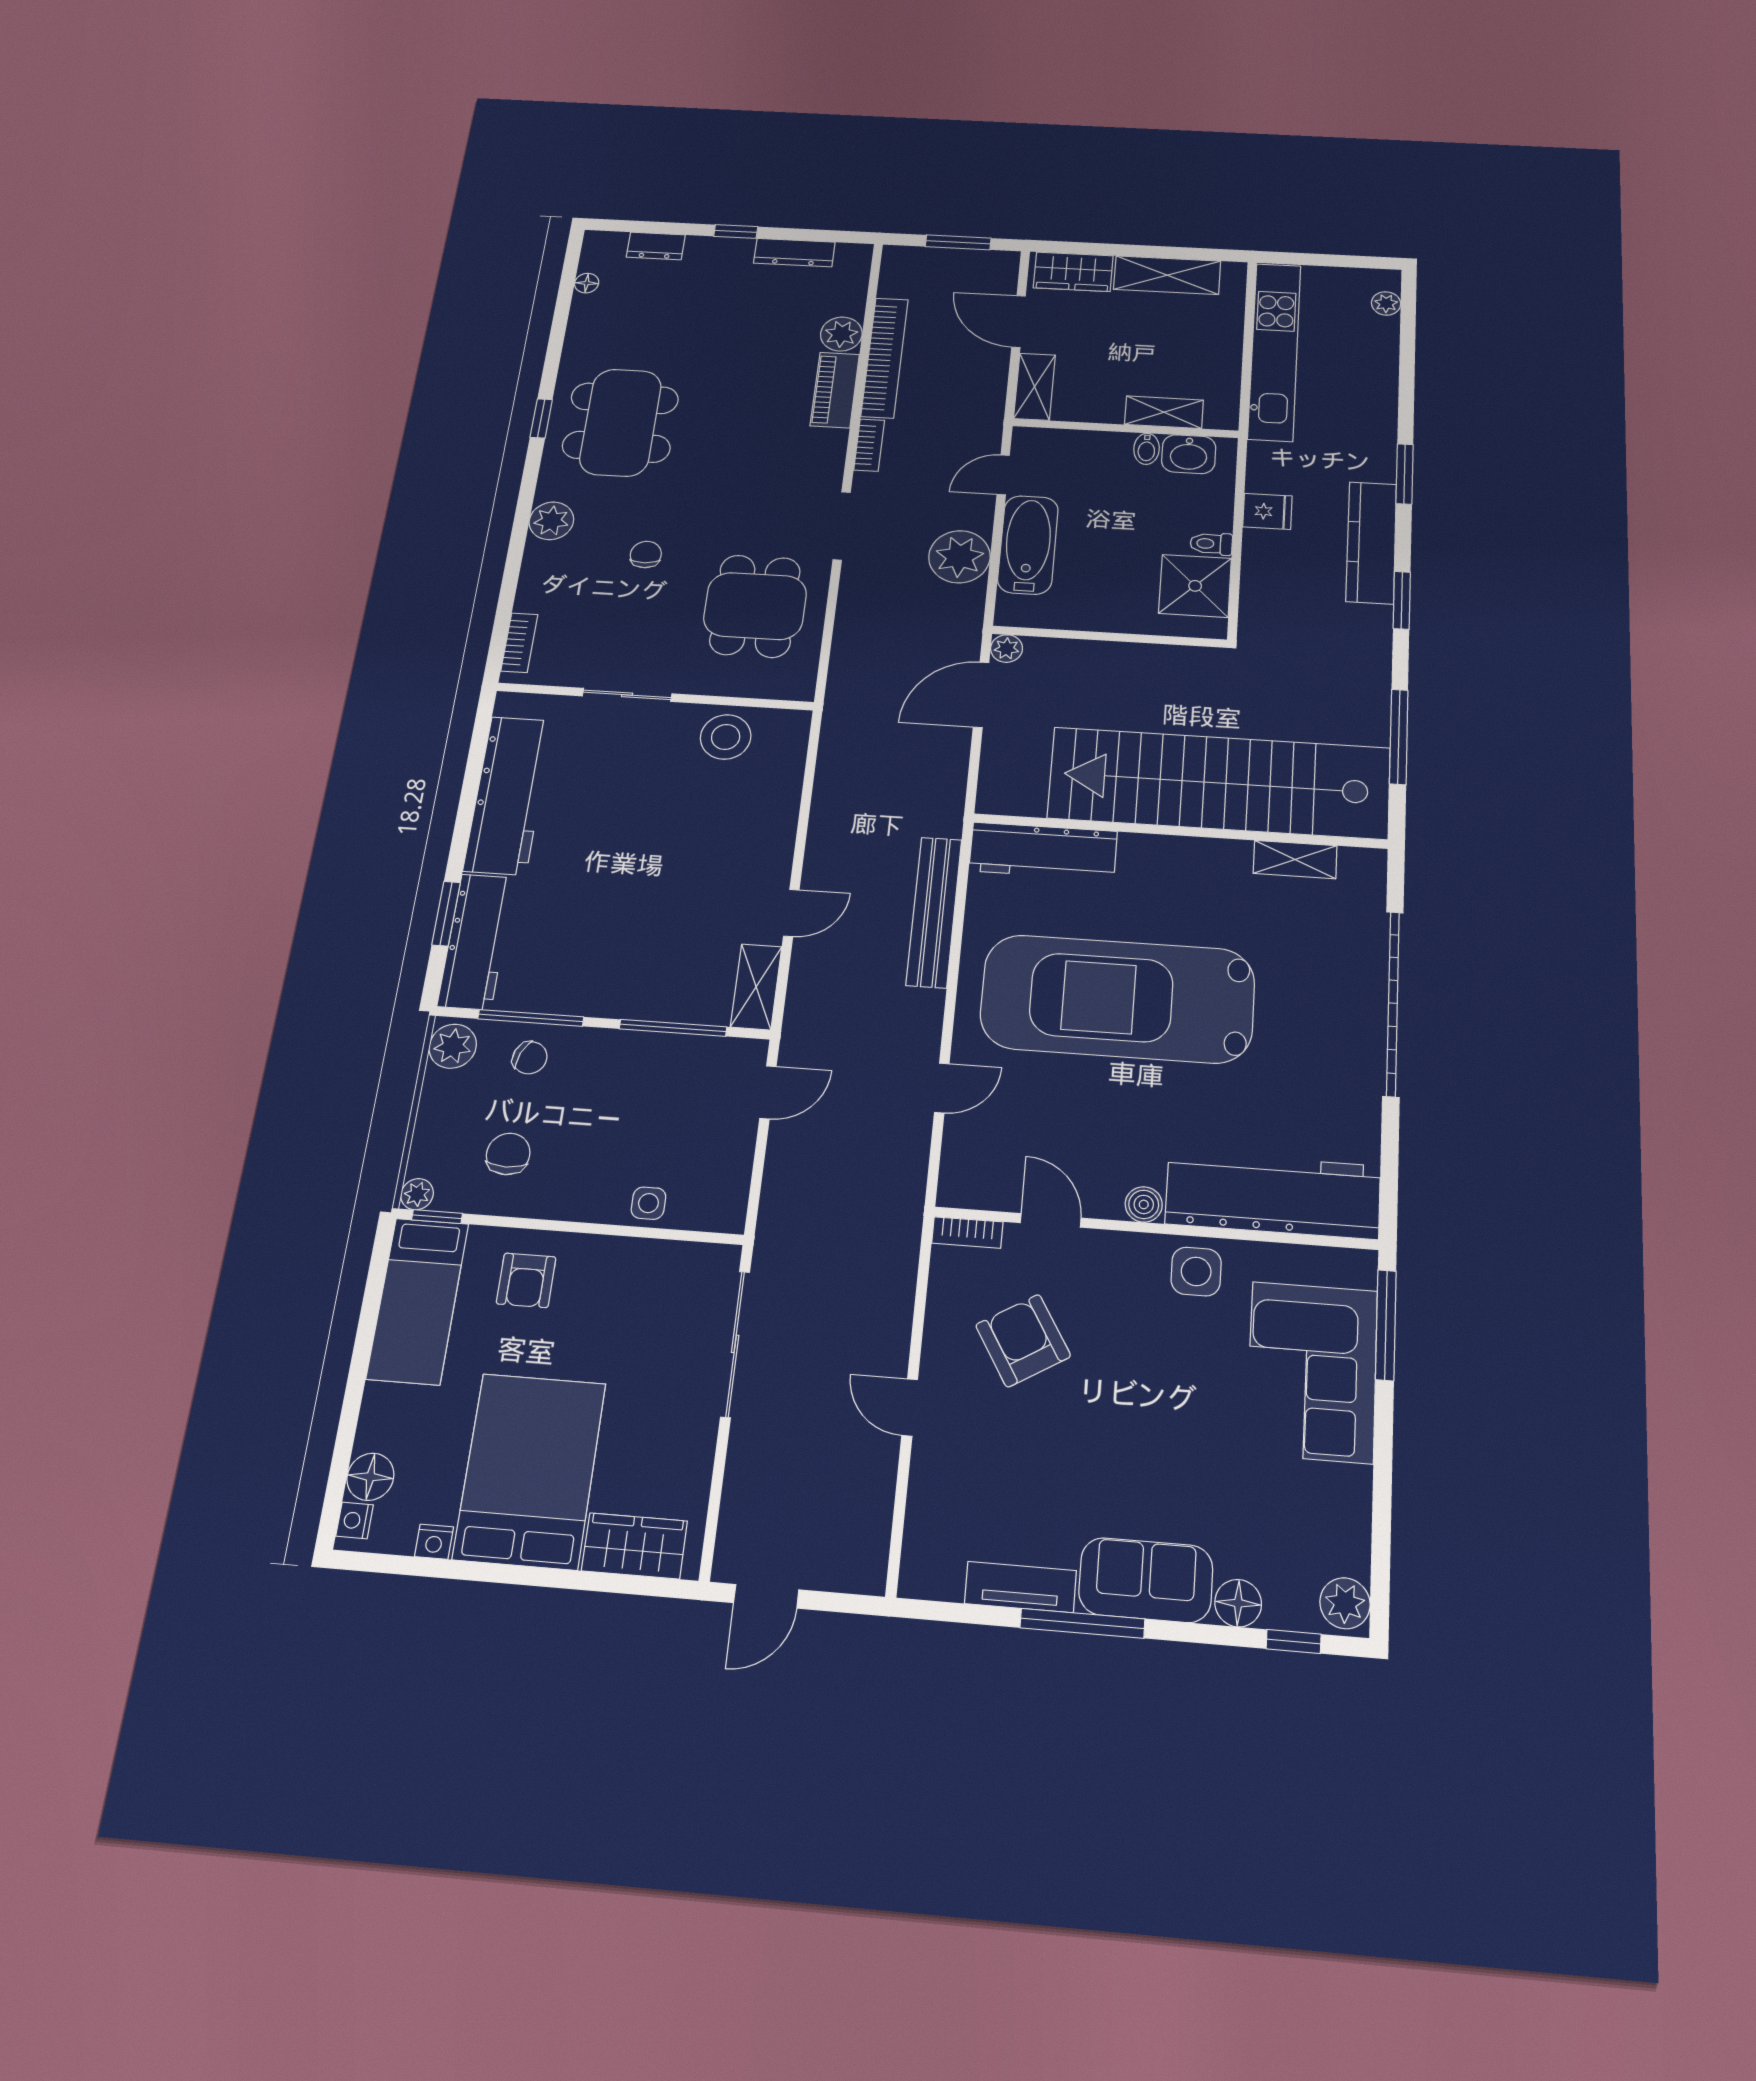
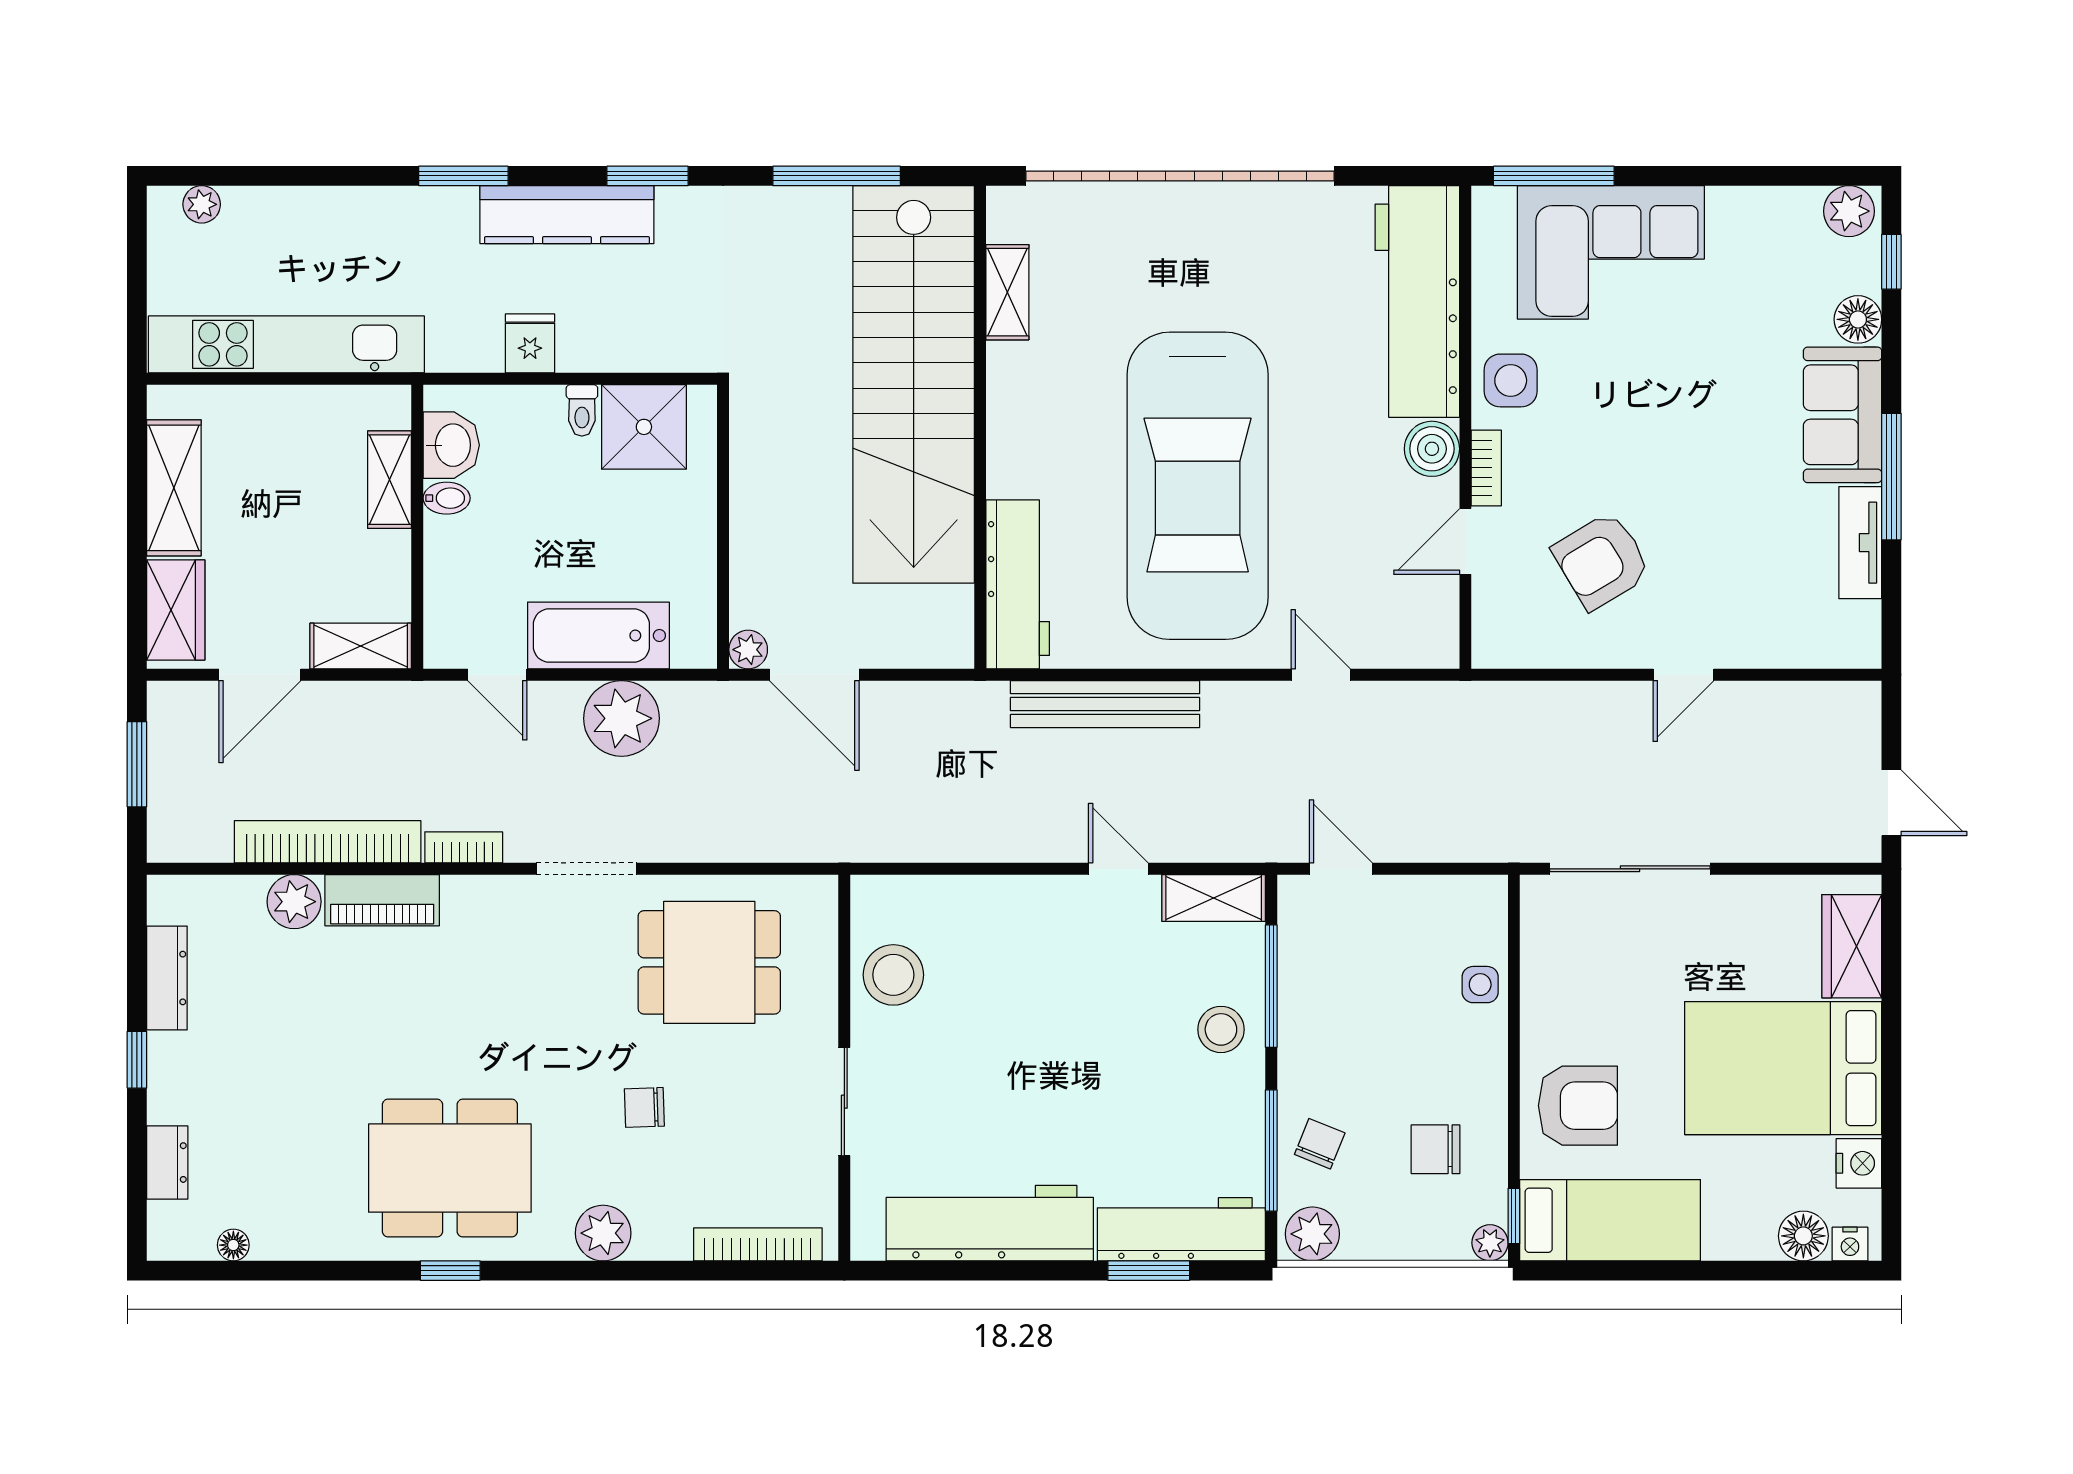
bookcase: (519, 643) -> (758, 1244), width x1.56
stool: (642, 985) -> (1221, 1029), added
garage door: (1393, 1003) -> (1180, 176), width x1.36
boiler: (1144, 1204) -> (1432, 449), width x1.36, depth x1.36
bookcase: (967, 1233) -> (1486, 468), moved
armchair: (526, 1280) -> (1578, 1106), width x1.38, depth x1.38
nightstand: (434, 1542) -> (1859, 1163), width x1.39, depth x1.35

